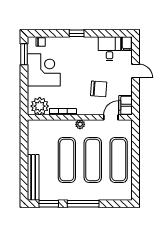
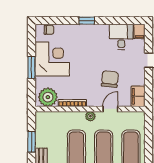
window: (24, 54) -> (31, 67), moved
chair: (99, 89) -> (110, 79), turned -88
door: (111, 117) -> (110, 109), moved
window: (24, 149) -> (31, 142), added

